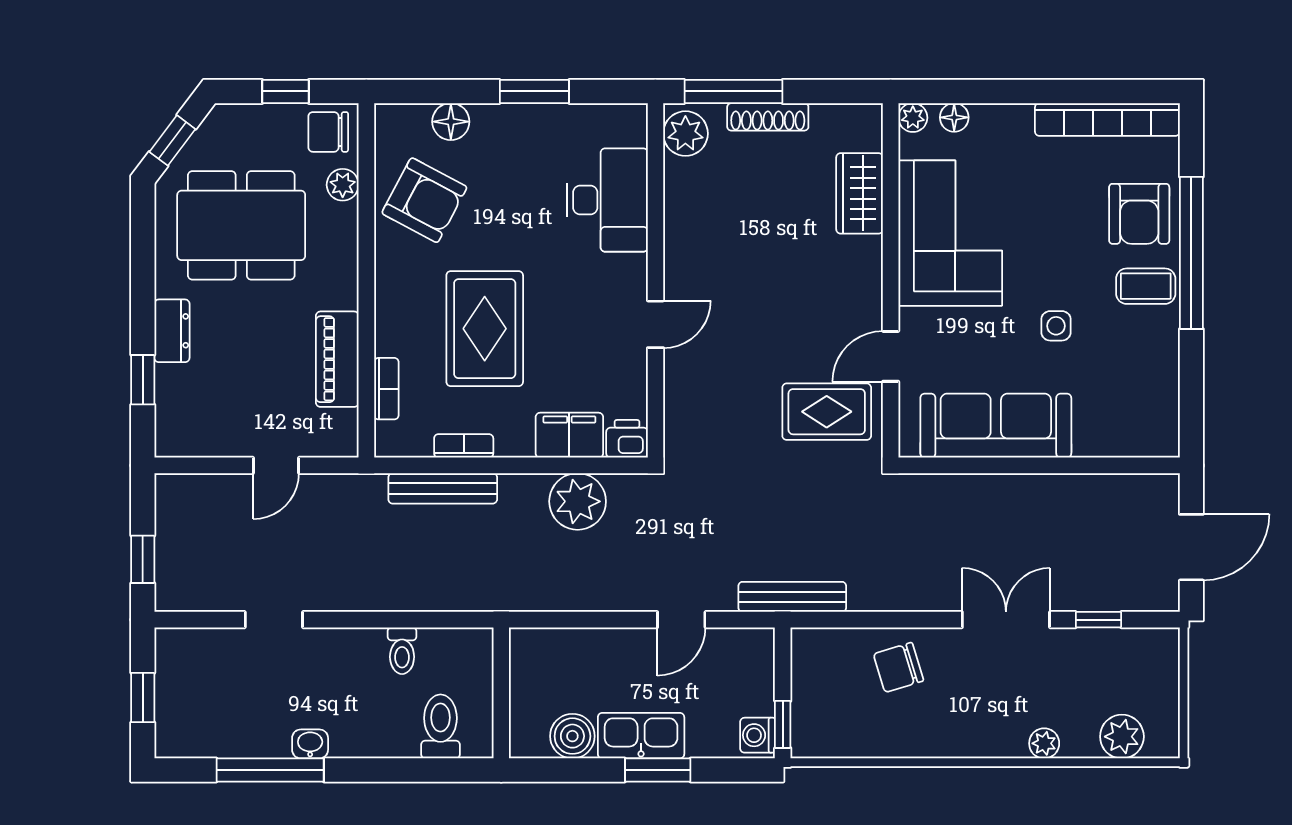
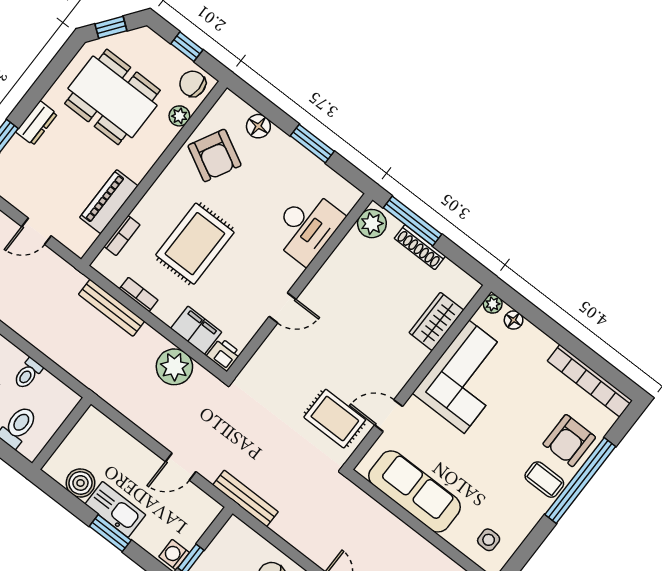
side table: (1056, 326) -> (489, 540), moved

